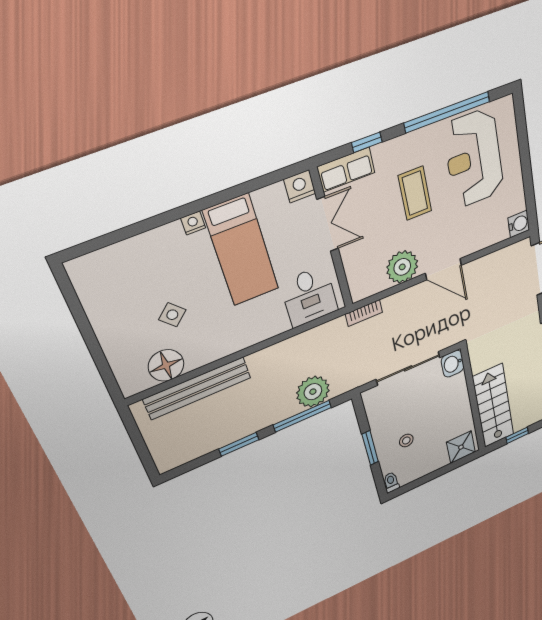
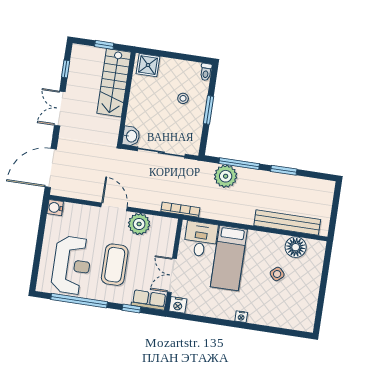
coffee table: (415, 193) -> (115, 265), width x1.36, depth x1.32
bed: (241, 250) -> (229, 258), moved, turned 180
bookcase: (364, 313) -> (180, 210), width x1.56

